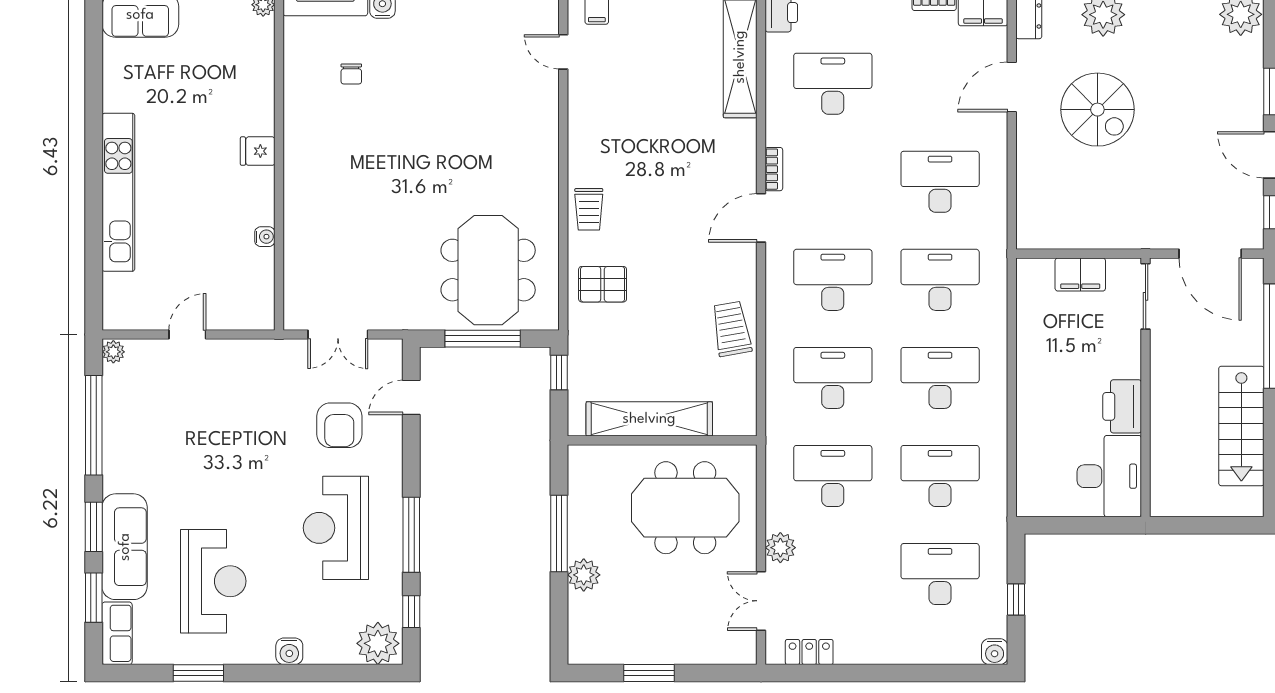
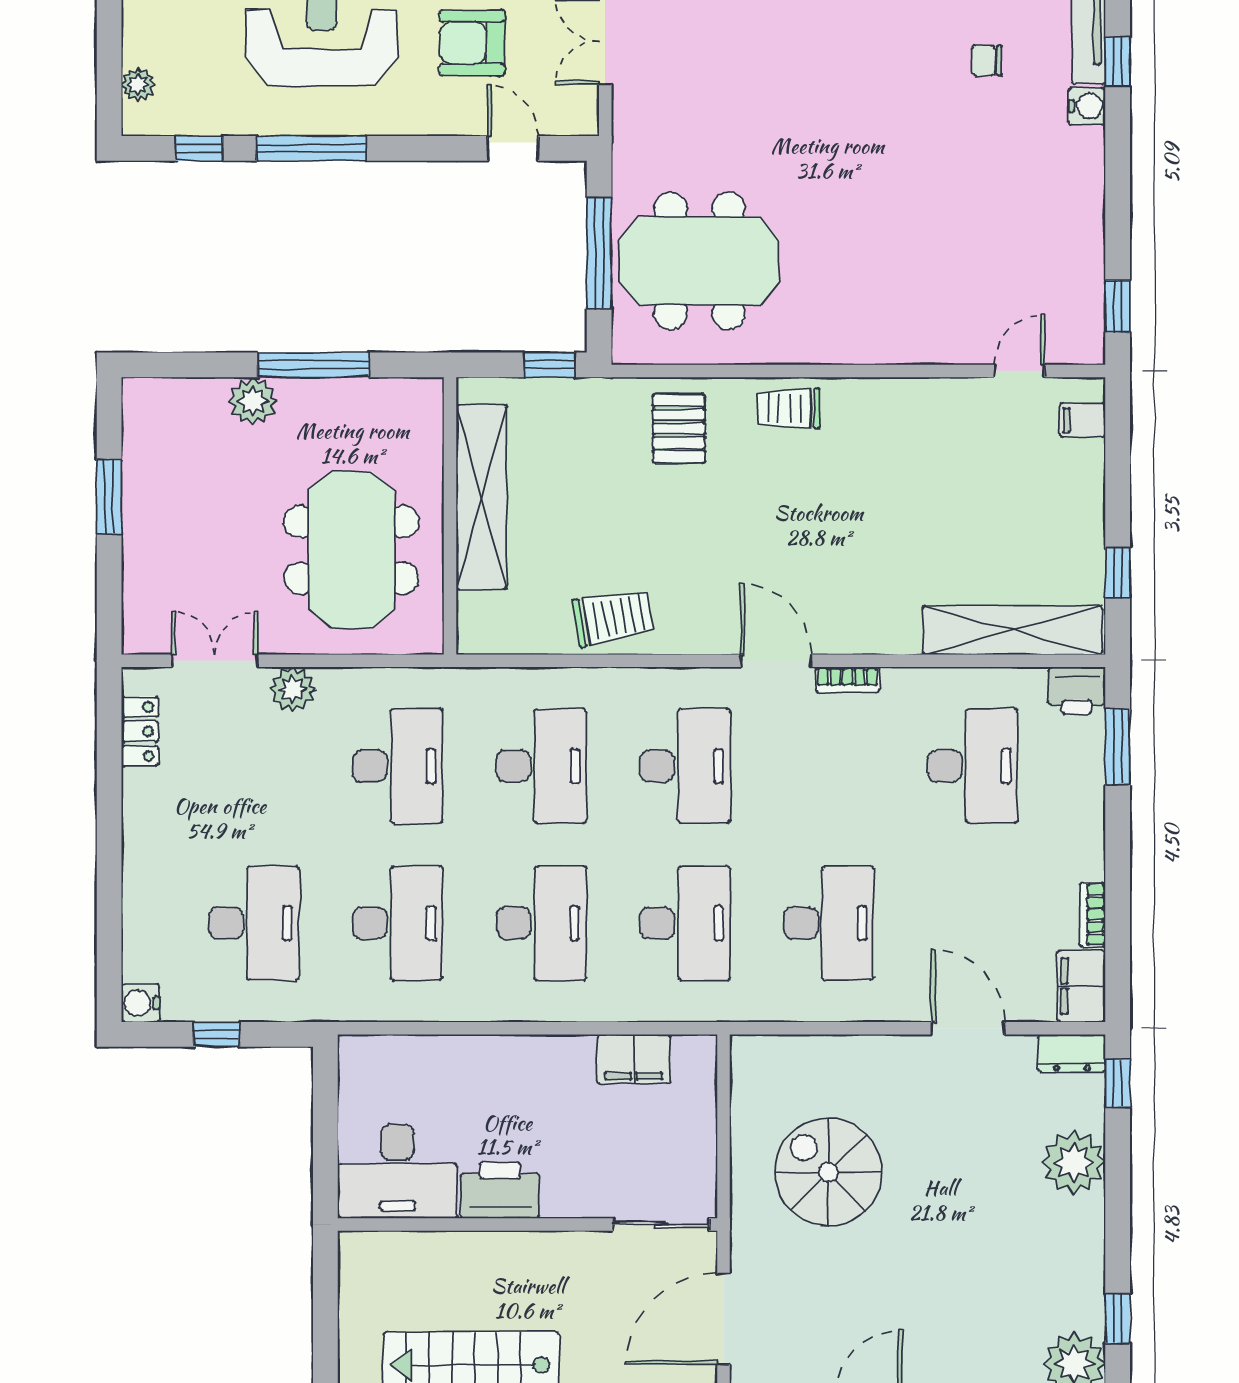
spiral stairs: (1097, 110) -> (828, 1172), moved, turned 90
filing cabinet: (1080, 275) -> (634, 1059), moved, turned -90
plant: (378, 643) -> (138, 85), width x0.53, depth x0.53

